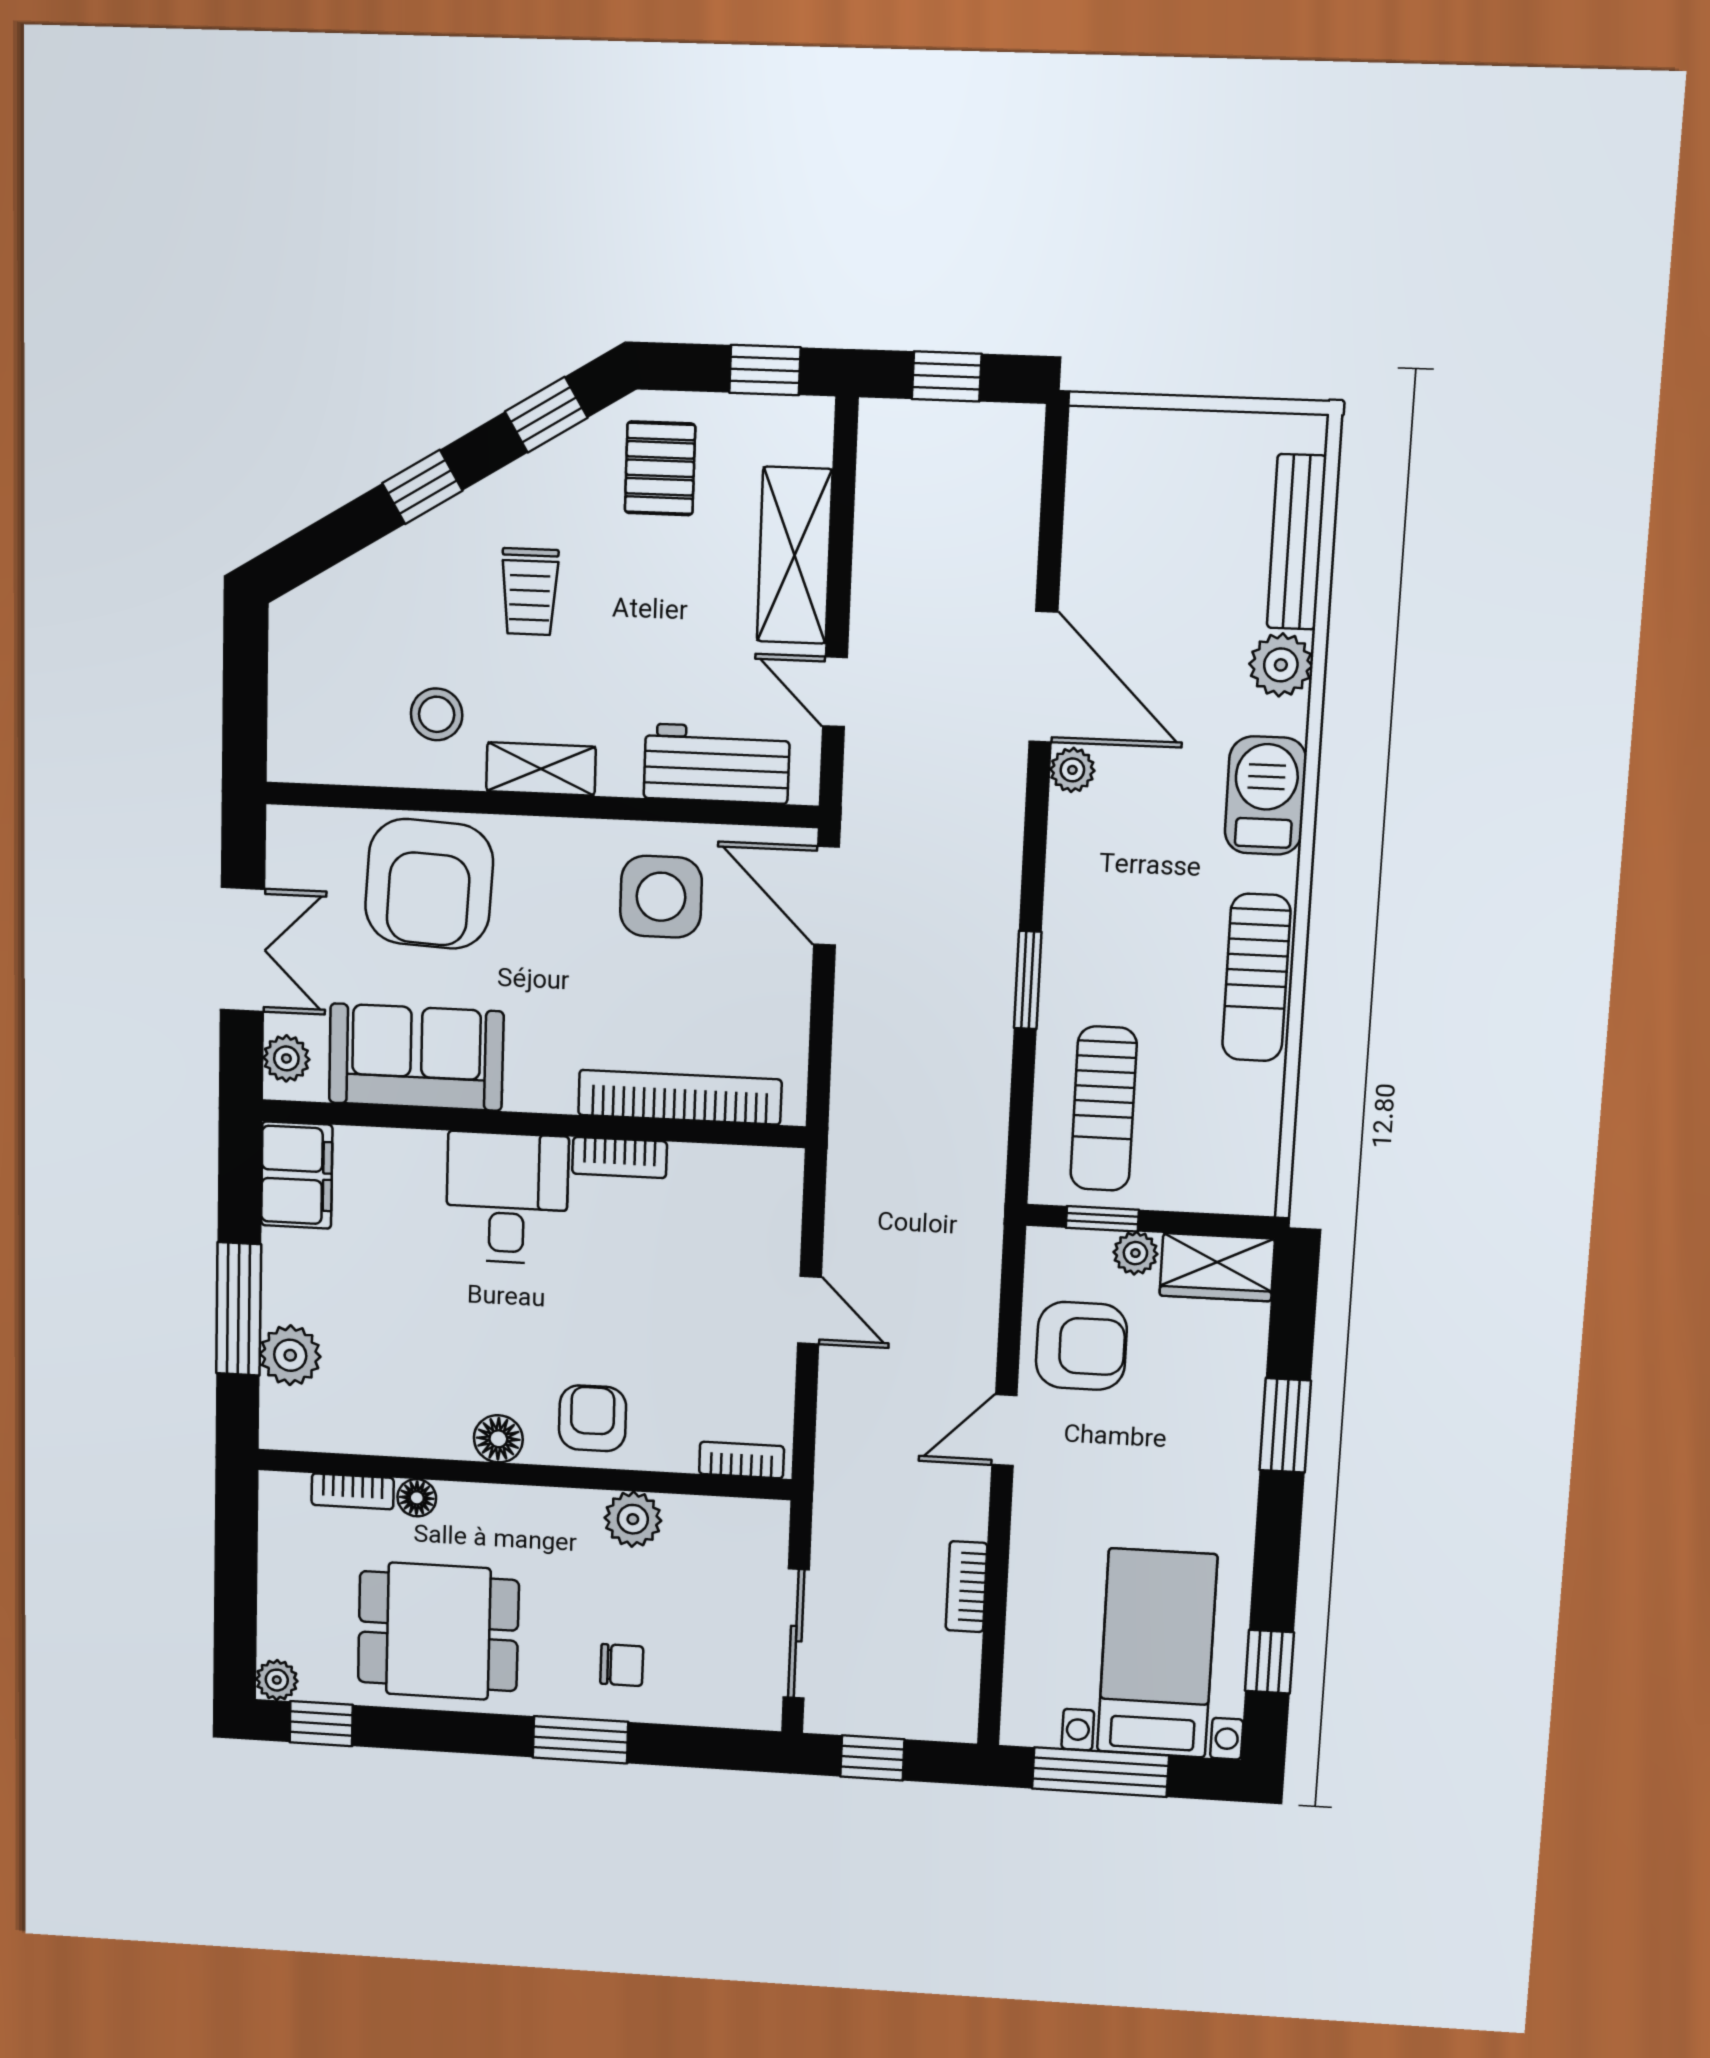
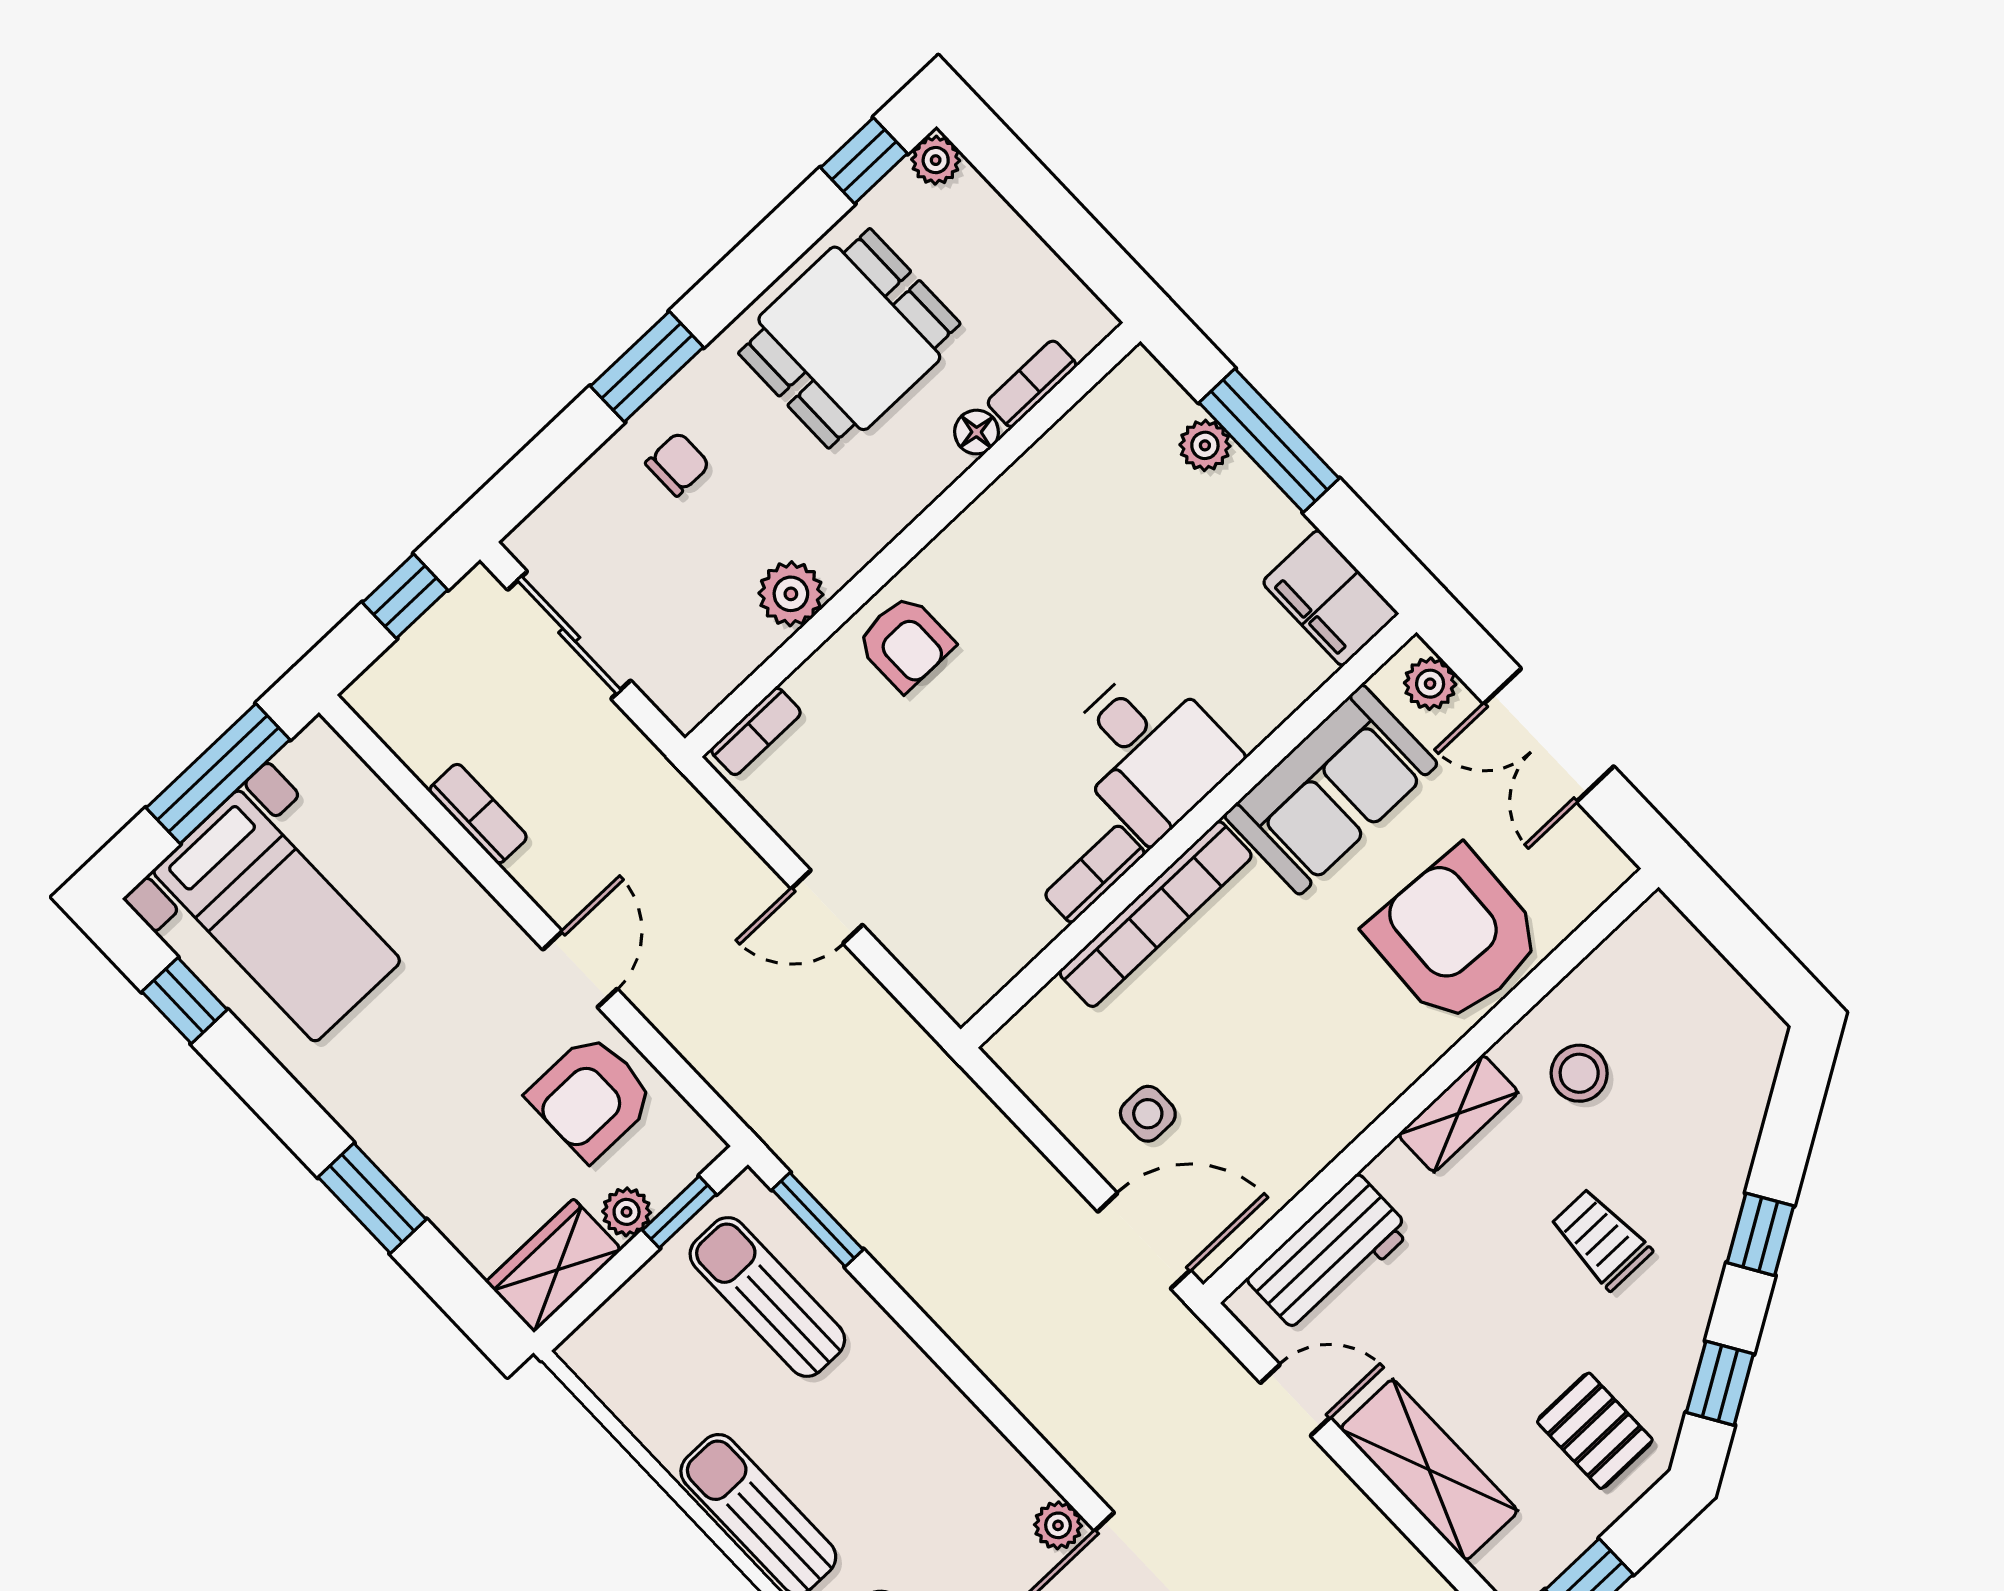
side table: (661, 897) -> (1148, 1114), moved, width x0.54, depth x0.54
window: (1028, 980) -> (818, 1220), moved
bookcase: (680, 1097) -> (1156, 914), moved
plant: (290, 1355) -> (1205, 445), width x0.73, depth x0.73
floor lamp: (498, 1439) -> (961, 549), removed
chair: (622, 1665) -> (678, 464), turned 180

